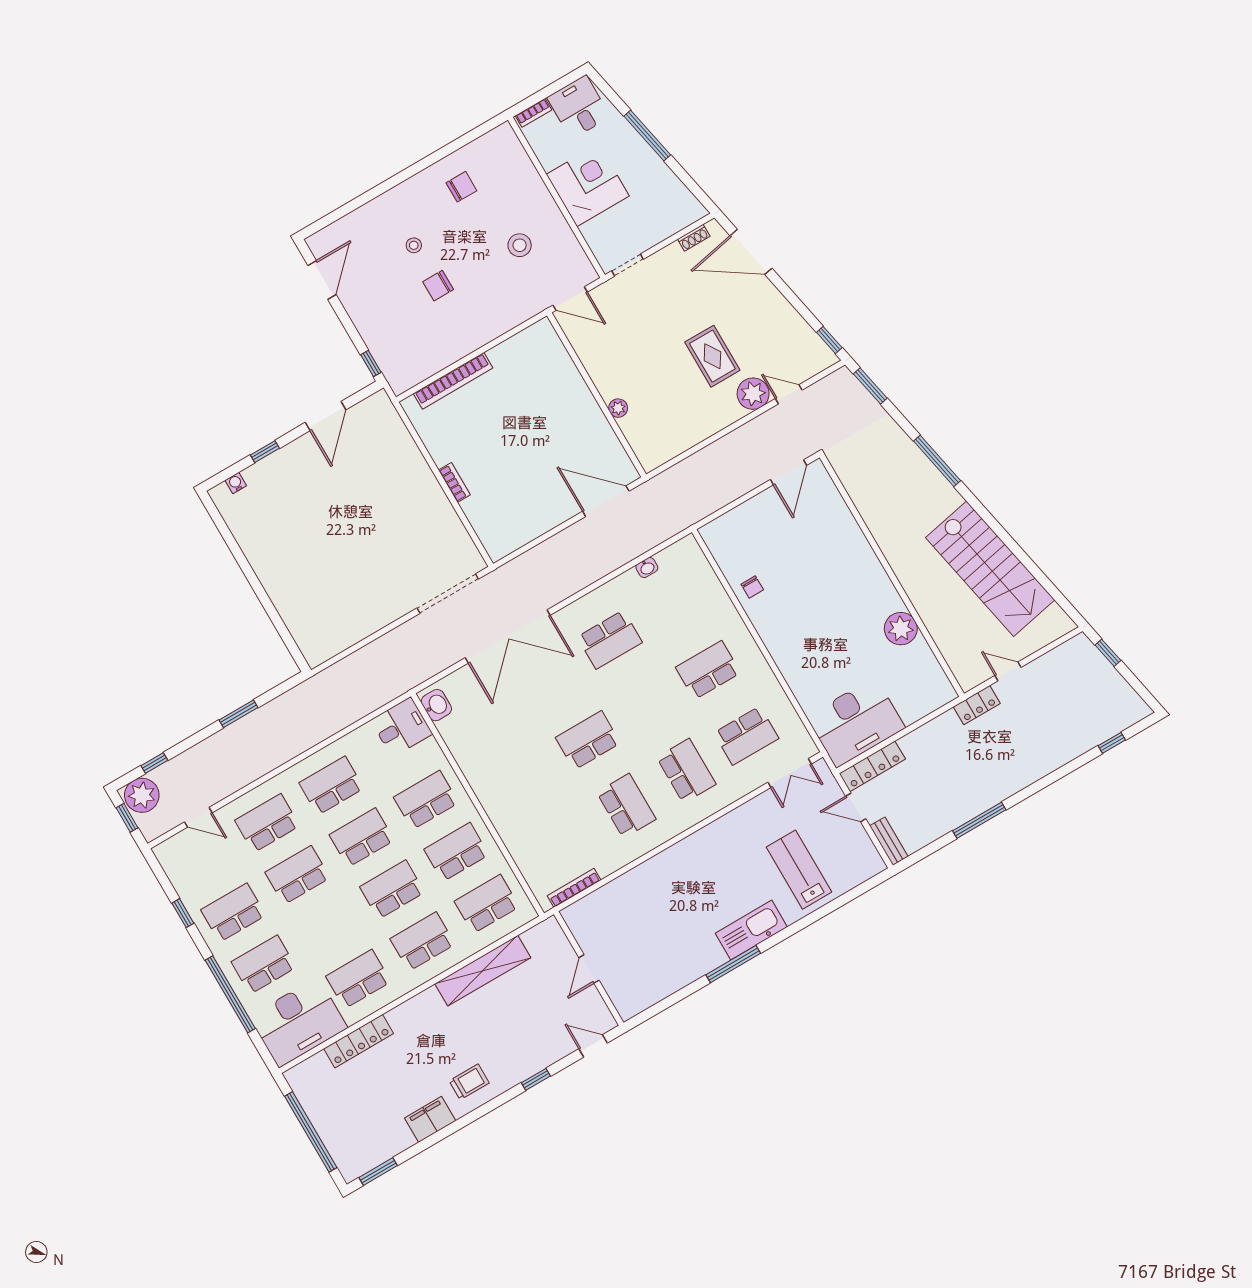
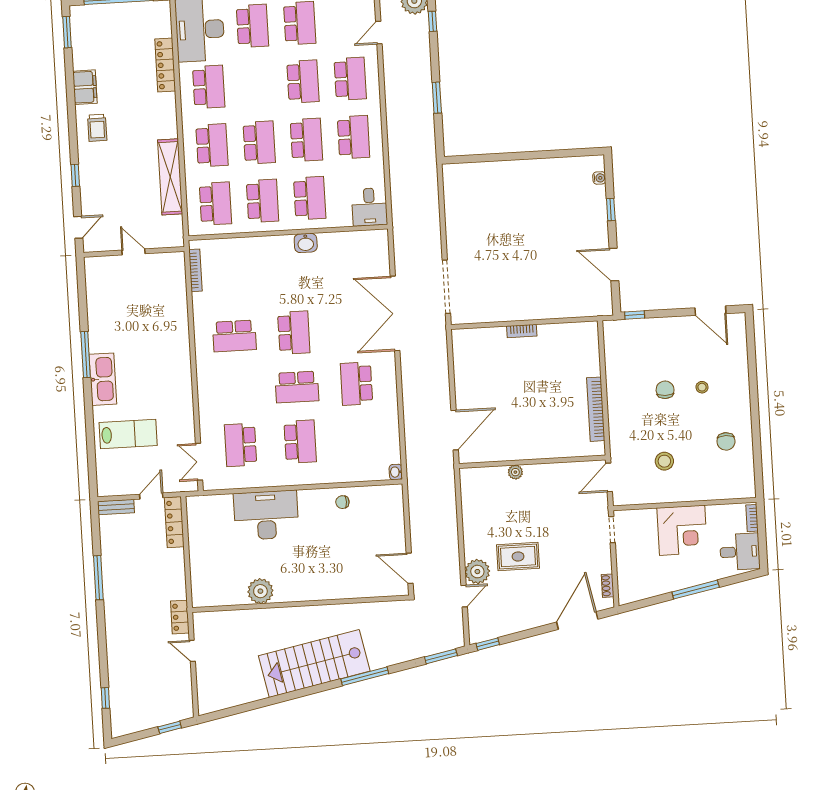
bookcase: (453, 381) -> (596, 409), moved
washbasin: (647, 568) -> (396, 472), moved
stairs: (990, 569) -> (314, 663), moved
door: (1008, 671) -> (192, 651), swing flipped
washbasin: (436, 705) -> (306, 243), moved
desk: (856, 722) -> (266, 515), moved, turned 90
school desk: (686, 771) -> (297, 387), moved

